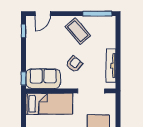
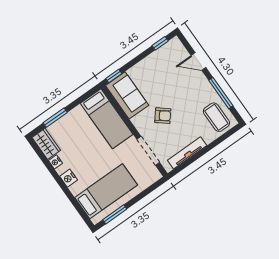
door: (43, 14) -> (198, 62), moved
window: (97, 14) -> (221, 93), moved
coffee table: (78, 31) -> (216, 117), moved, turned -49

